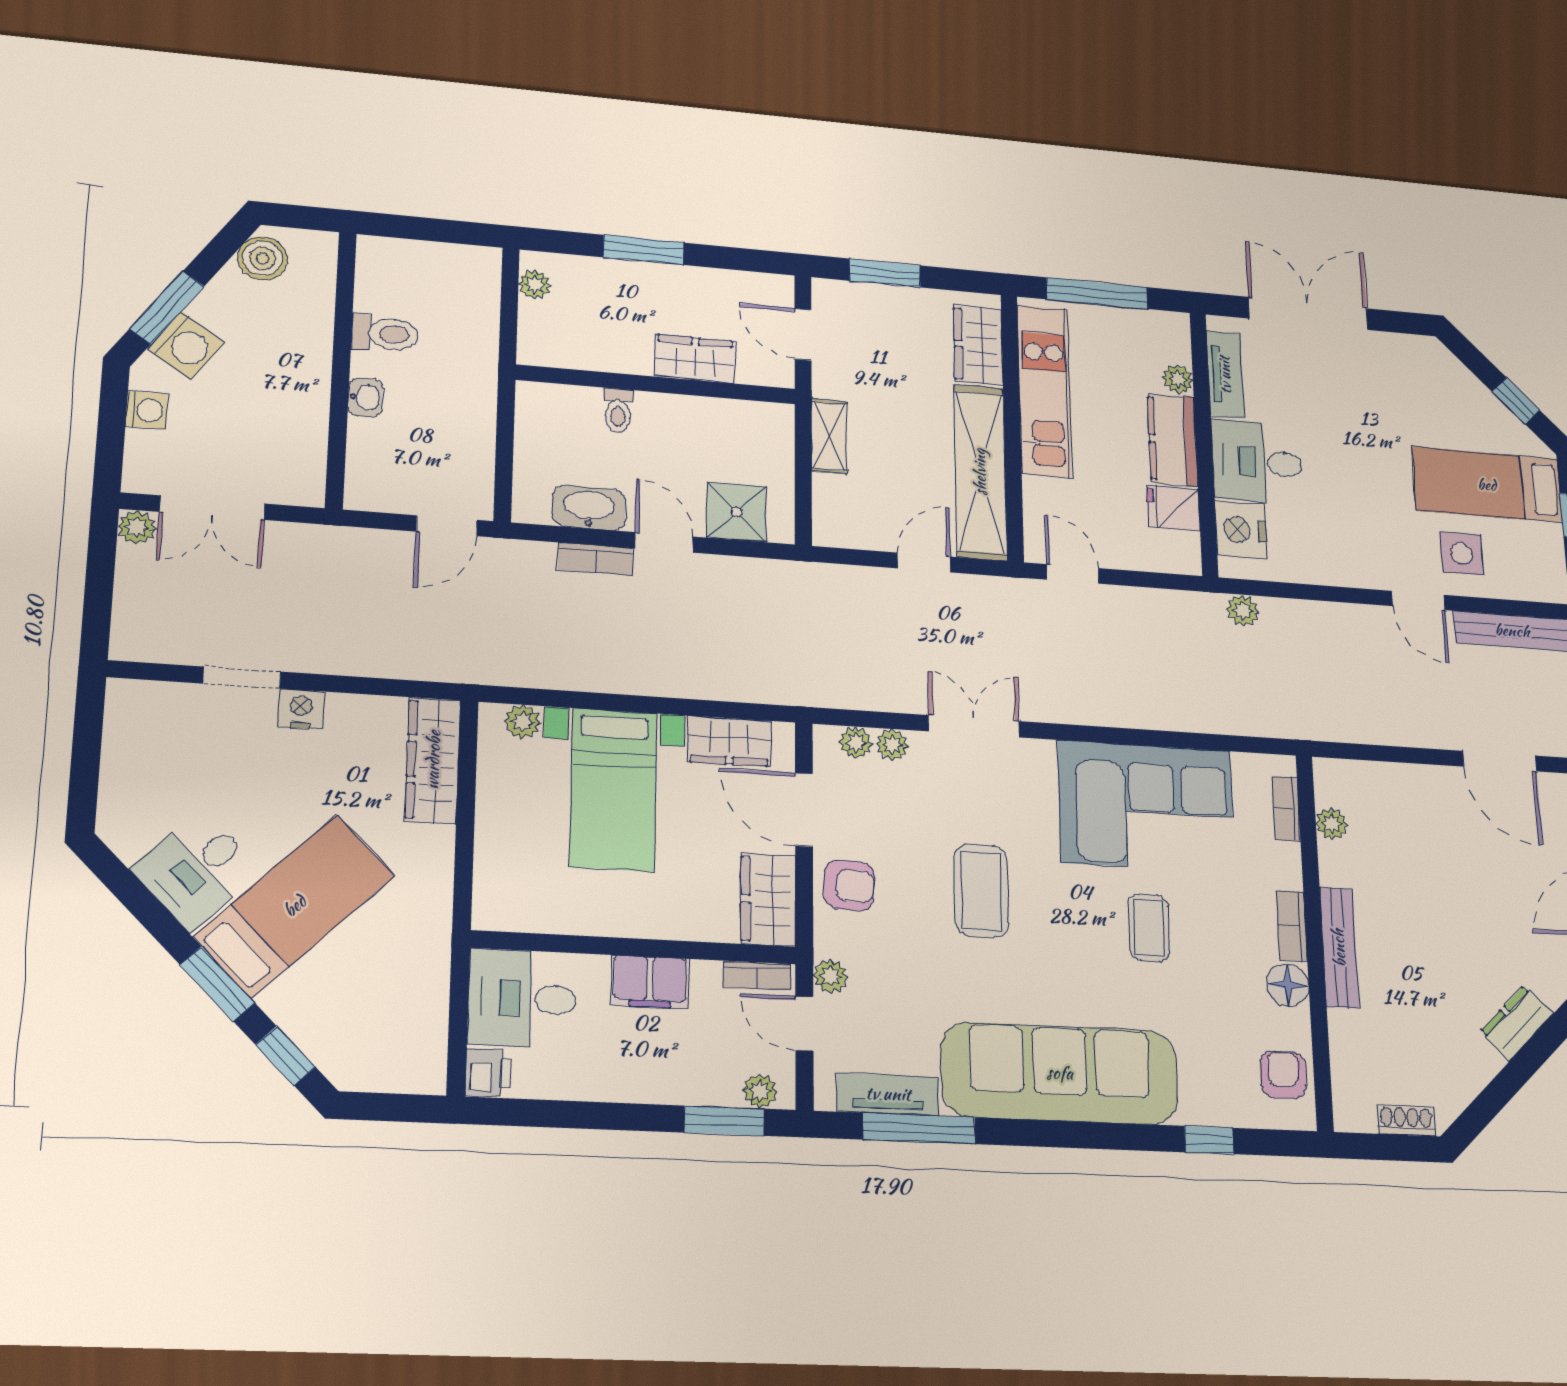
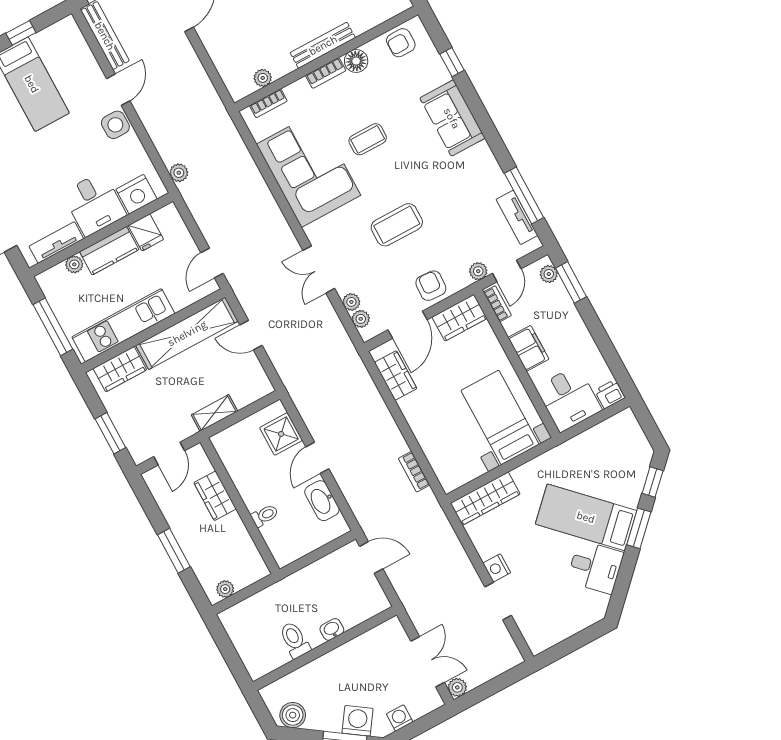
side table: (1462, 553) -> (115, 125), moved
bookcase: (595, 559) -> (414, 472), moved, turned 180
plant: (522, 722) -> (443, 471), removed
bed with nightstands: (613, 789) -> (500, 417), moved, turned -90
sofa: (1060, 1073) -> (452, 118), width x0.54, depth x0.79

